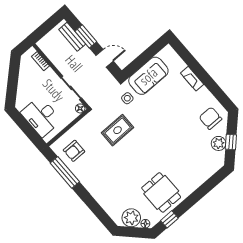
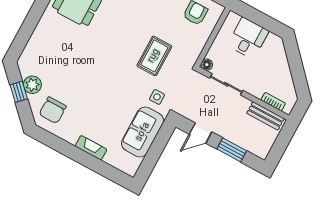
bench: (72, 37) -> (265, 116), moved
desk: (41, 117) -> (248, 38), width x0.73
chair: (210, 118) -> (53, 110), turned 90

